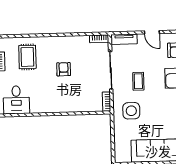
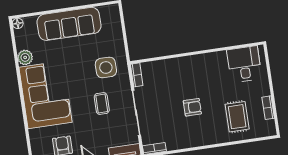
armchair: (64, 69) -> (192, 107), turned -90

